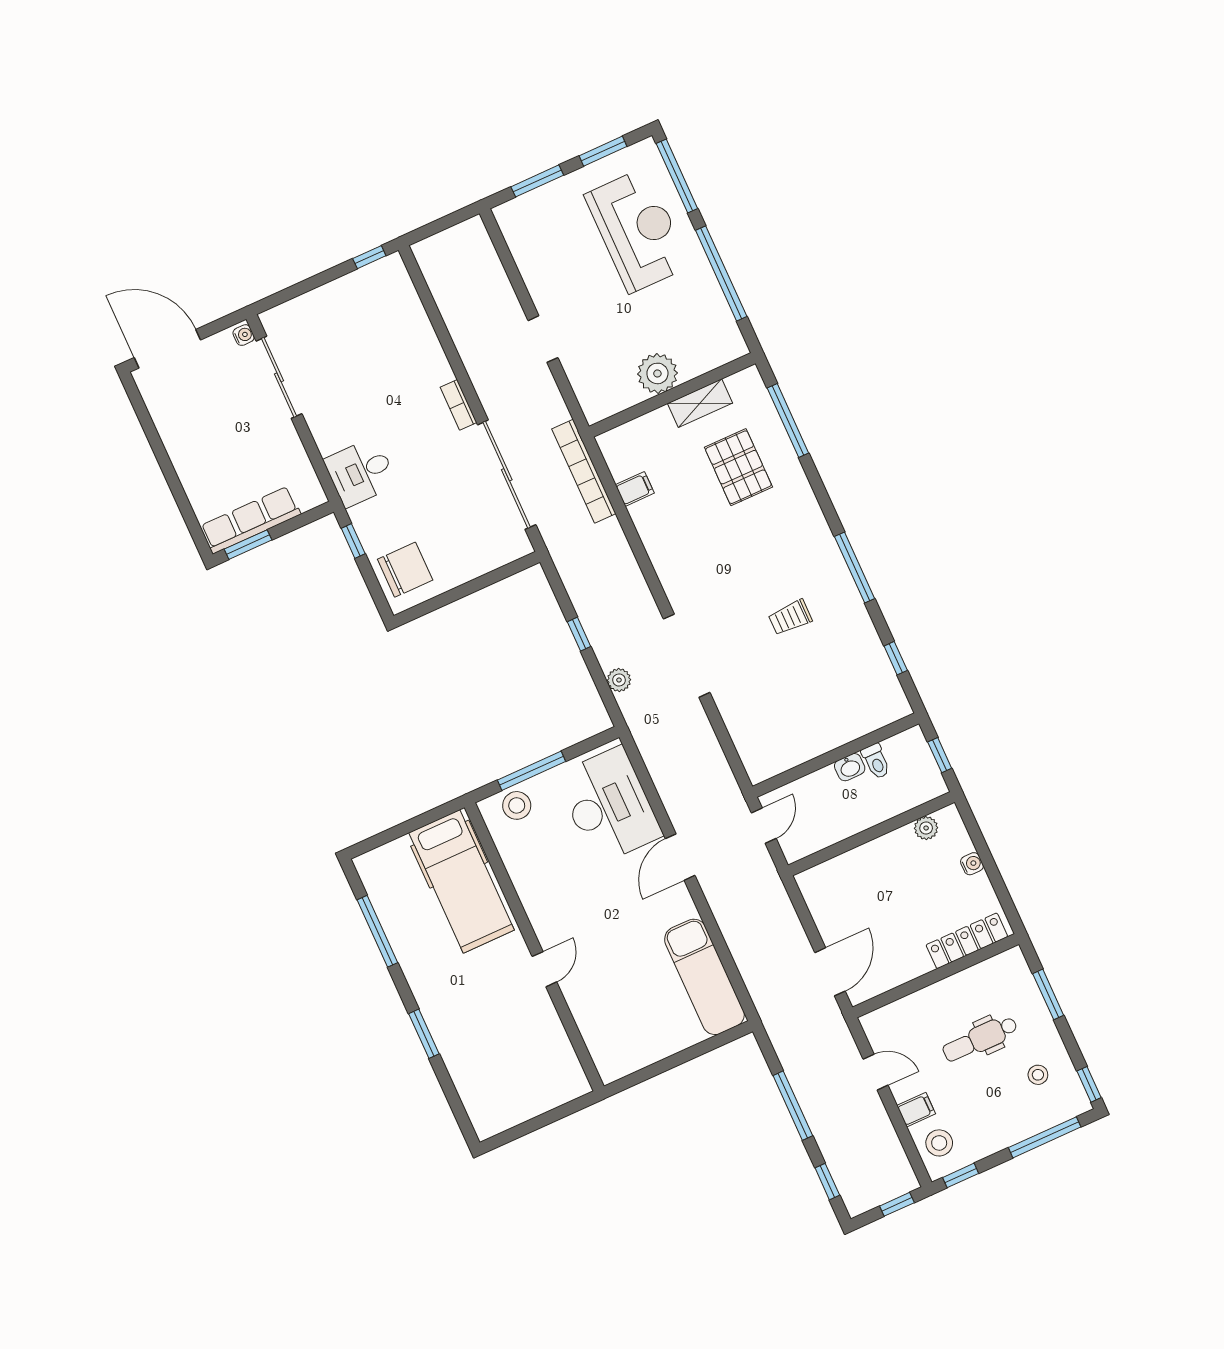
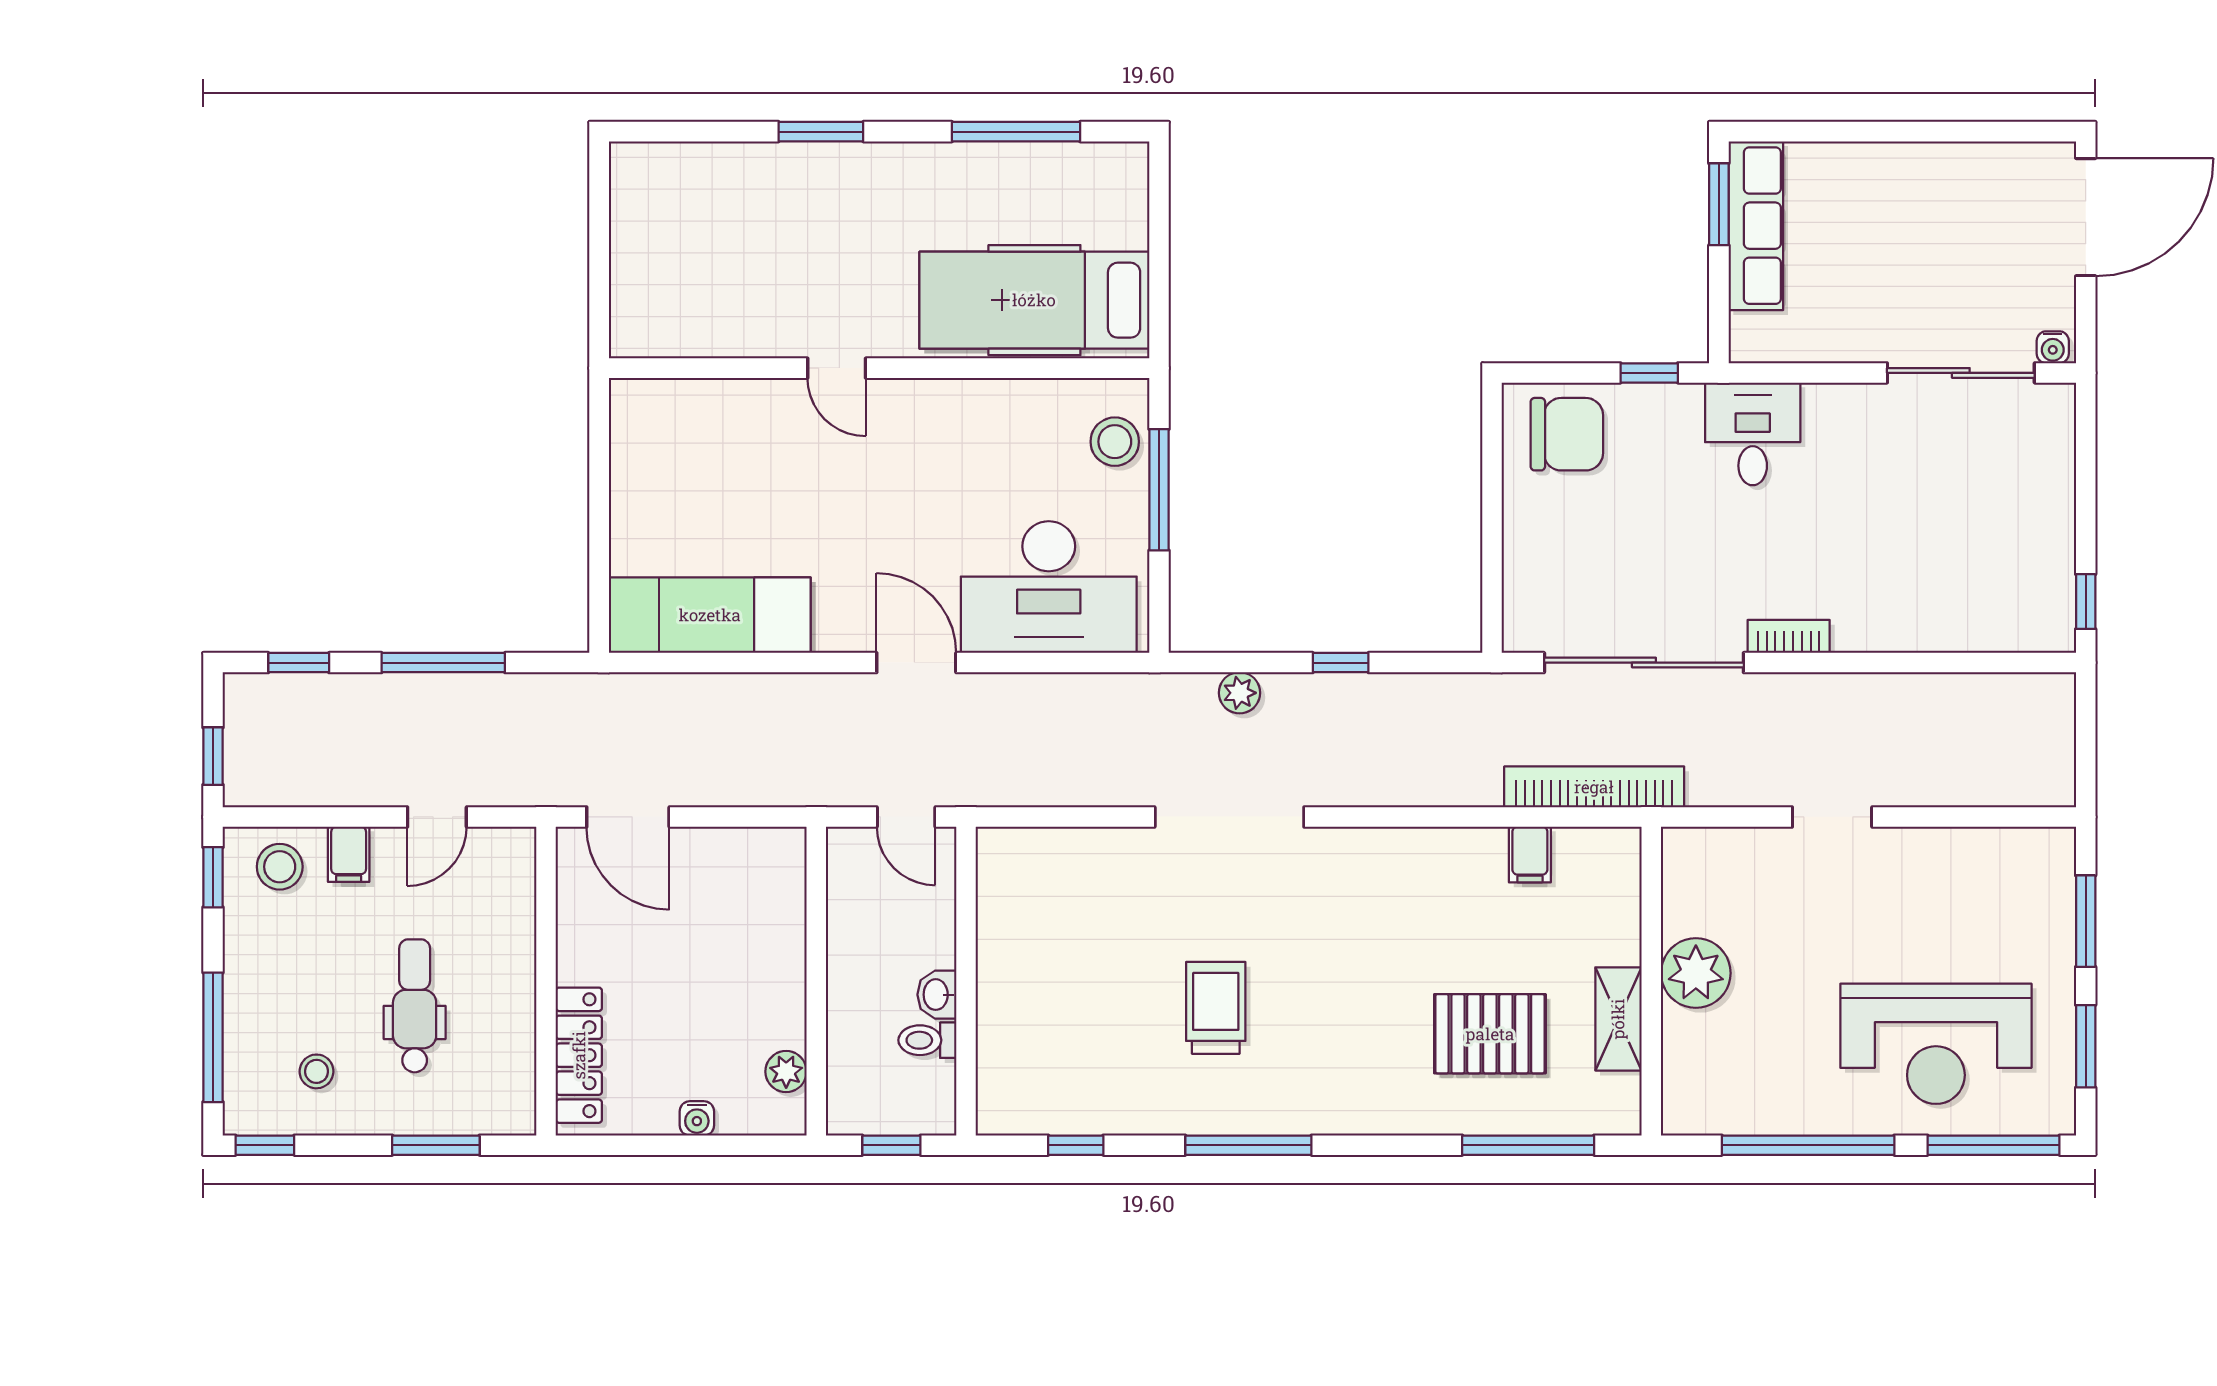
chair: (405, 570) -> (1567, 434), turned -90
trolley: (790, 617) -> (1216, 1008), width x1.36, depth x1.39

